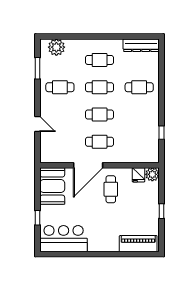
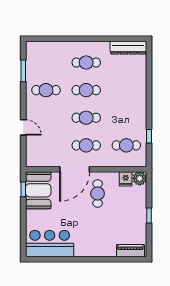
plant: (56, 47) -> (43, 50), removed
cafe table: (139, 87) -> (126, 145), moved
window: (38, 218) -> (23, 189), moved
piano: (138, 244) -> (130, 251), width x0.73, depth x0.75

